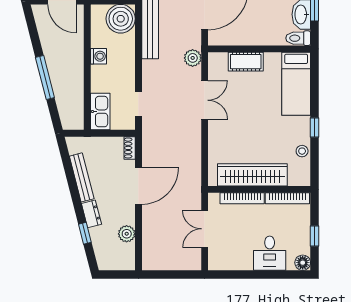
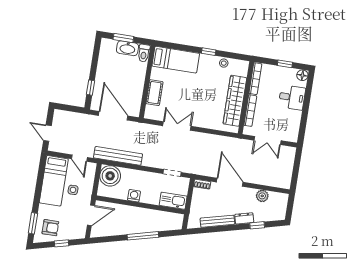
plant: (193, 58) -> (146, 130), removed

